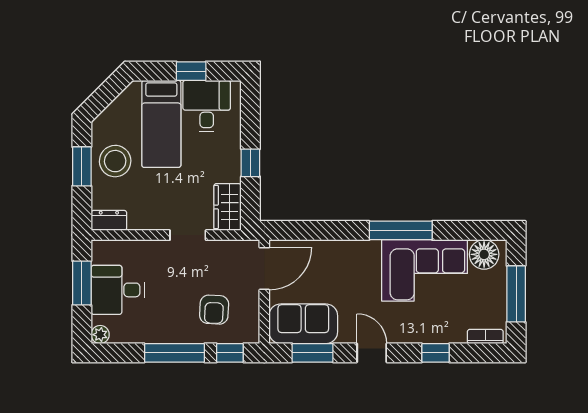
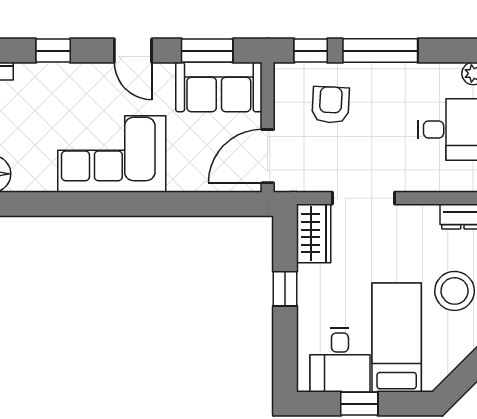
window: (401, 230) -> (97, 204), removed
doorway: (188, 235) -> (363, 198), width x1.38
corner sofa: (425, 270) -> (112, 154), moved

